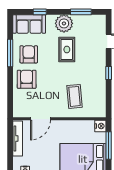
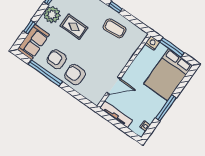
window: (10, 53) -> (45, 73), width x1.46
coffee table: (74, 96) -> (115, 28), moved
door: (40, 119) -> (113, 86), hinge flipped

